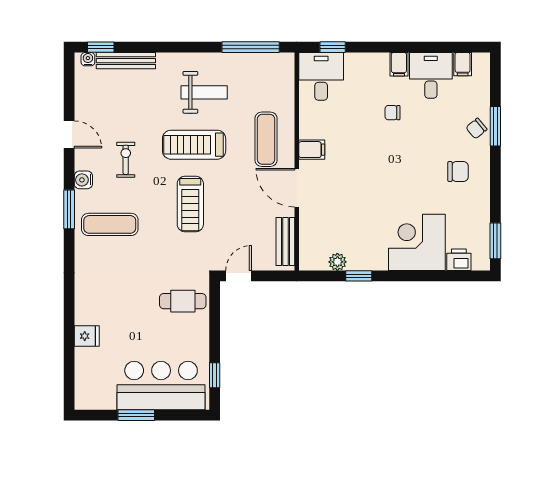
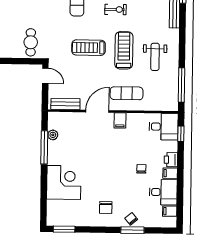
printer: (459, 260) -> (171, 160), moved, turned 180
window: (359, 276) -> (44, 147), width x2.17

